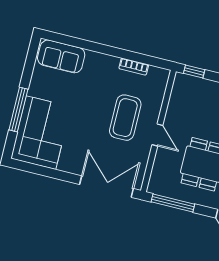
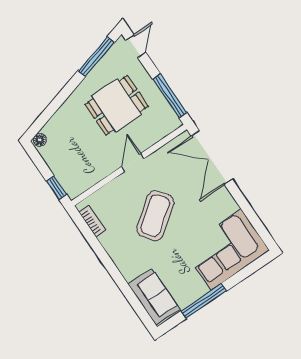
bookcase: (134, 67) -> (92, 221), moved
window: (18, 110) -> (204, 301), moved
coffee table: (125, 118) -> (155, 216), moved, turned -37

